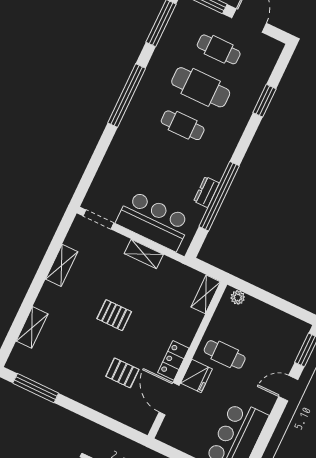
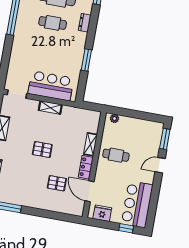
dresser: (206, 192) -> (85, 23), moved
window: (219, 196) -> (86, 60), width x0.47
shelving: (206, 294) -> (90, 144), moved
fridge: (196, 376) -> (102, 213), moved, turned -90

